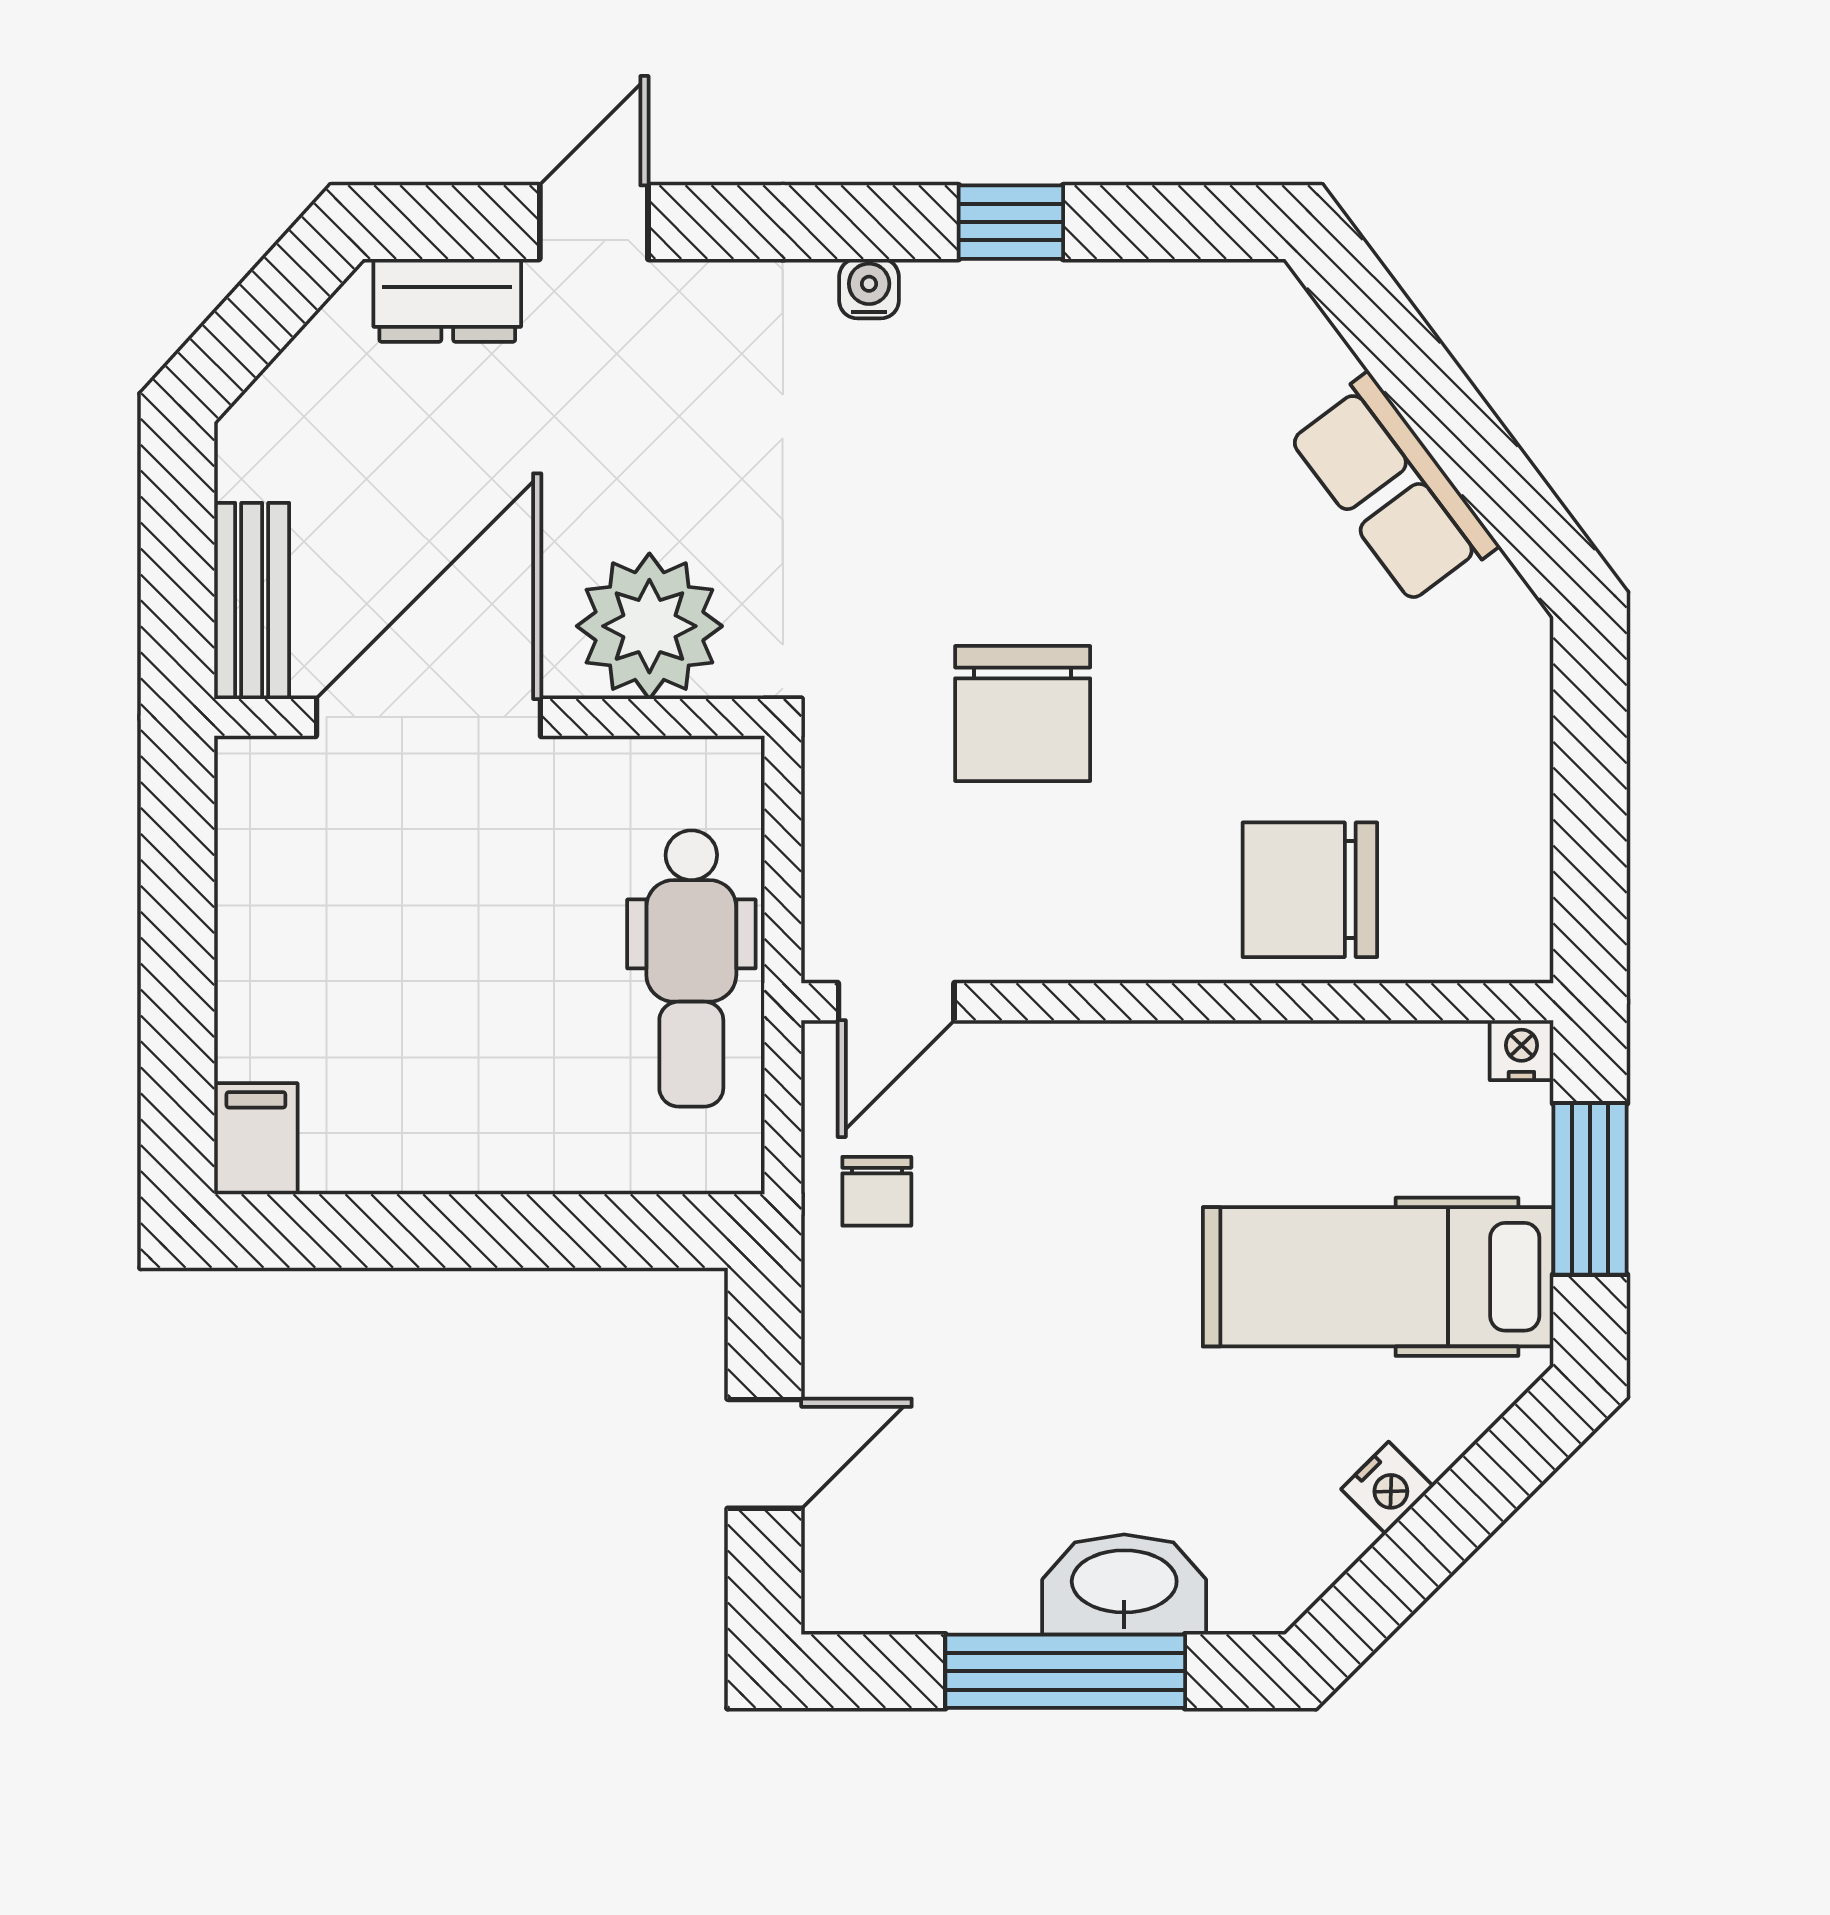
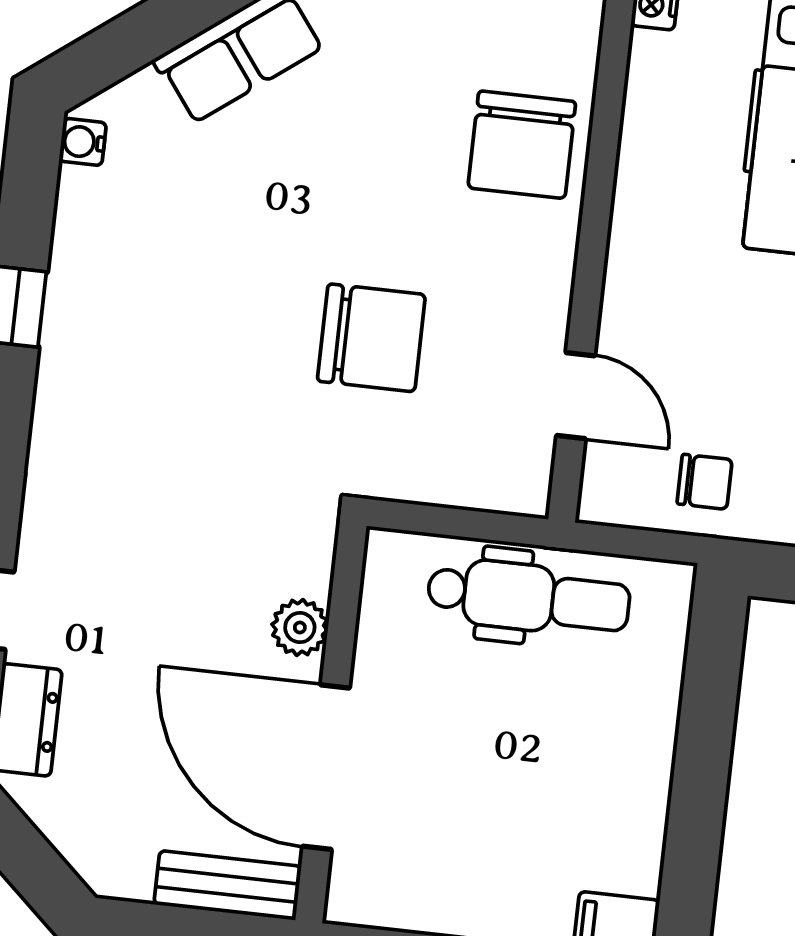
water cooler: (869, 289) -> (83, 142), moved
plant: (649, 626) -> (300, 628), width x0.53, depth x0.53
door: (896, 1002) -> (576, 396), moved

